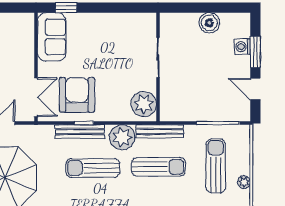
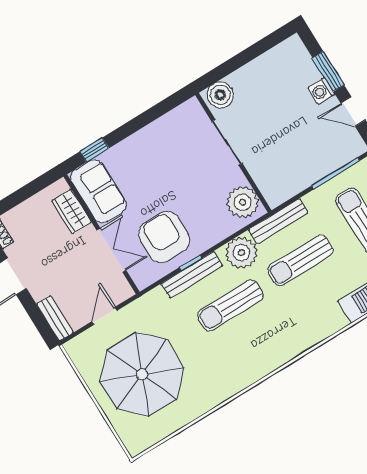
boiler: (209, 23) -> (220, 95), moved
wardrobe: (25, 39) -> (72, 211), added
washing machine: (243, 47) -> (321, 91), moved
double door: (36, 97) -> (111, 250), moved
sun lounger: (158, 167) -> (300, 260), turned 180

